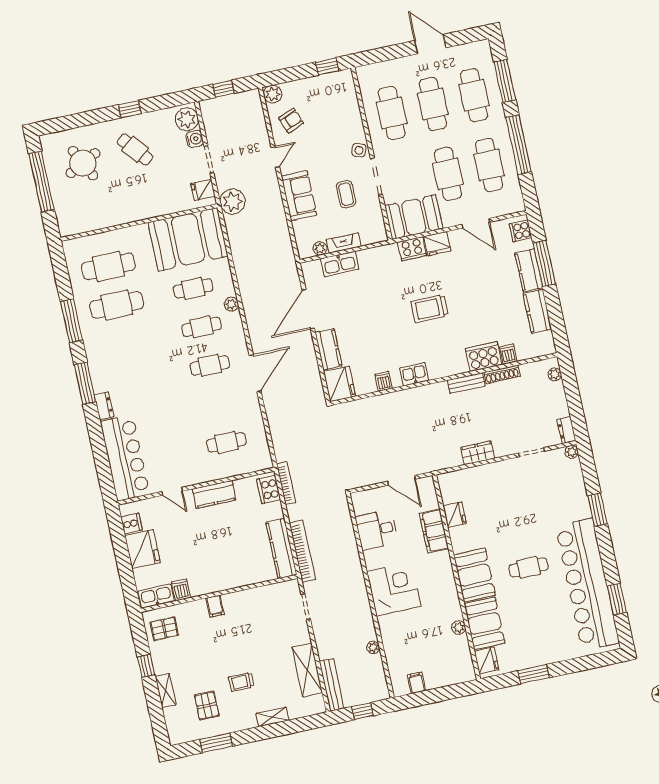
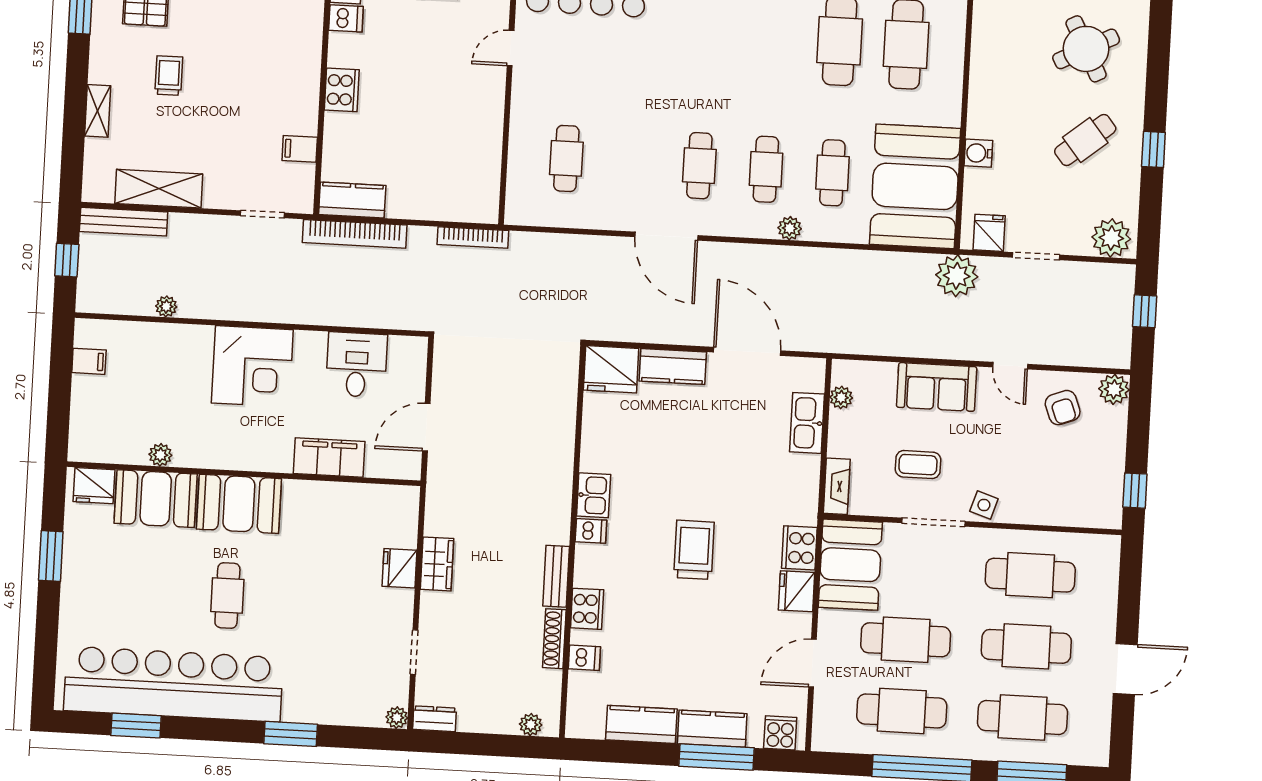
water cooler: (195, 139) -> (978, 153), moved, turned 90
fireplace: (344, 243) -> (837, 486), moved
cooker: (484, 357) -> (587, 609), width x0.73, depth x0.76
dishwasher: (384, 381) -> (591, 531), moved
cooker: (269, 490) -> (342, 90), moved, turned 90
kitchen counter: (214, 494) -> (487, 115), removed
fridge: (455, 515) -> (399, 568), moved, turned 90
kitchen counter: (281, 548) -> (352, 200), width x0.67
filing cabinet: (215, 606) -> (300, 149), moved

